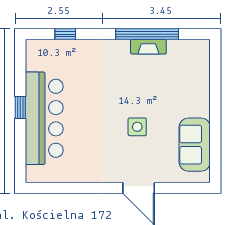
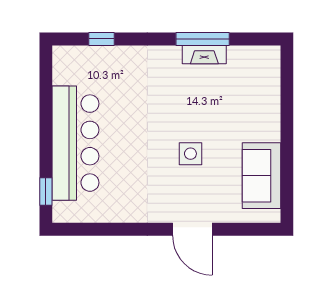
window: (147, 34) -> (203, 39), width x0.68
window: (20, 108) -> (46, 192), moved

